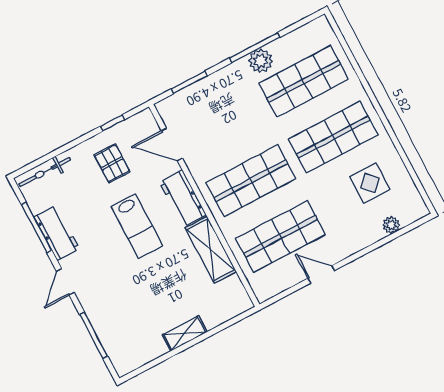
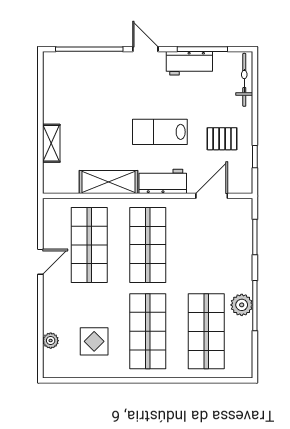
shelving: (185, 333) -> (51, 143), moved
window: (94, 335) -> (89, 49), width x1.46

